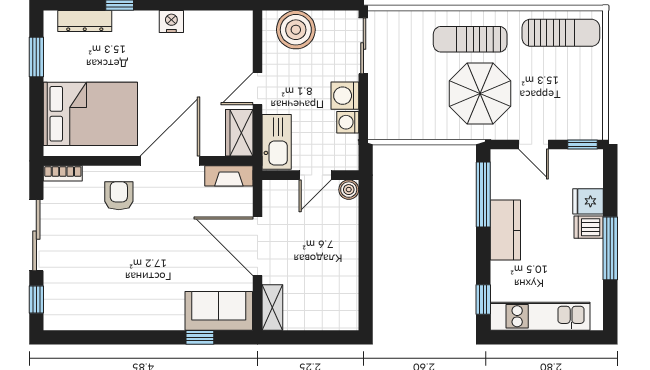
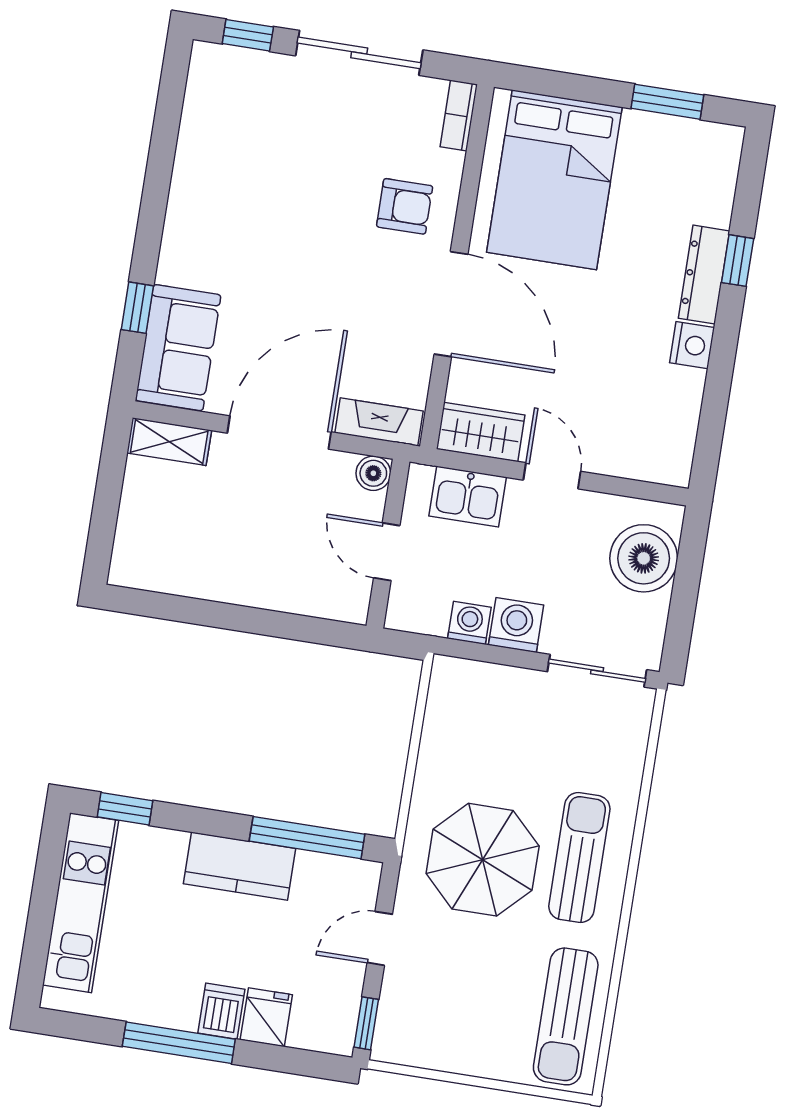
dresser: (85, 21) -> (704, 275), moved
kitchen sink: (277, 142) -> (468, 497), width x0.73
fireplace: (229, 176) -> (379, 422), moved, turned 90
boiler: (349, 190) -> (373, 473), moved

